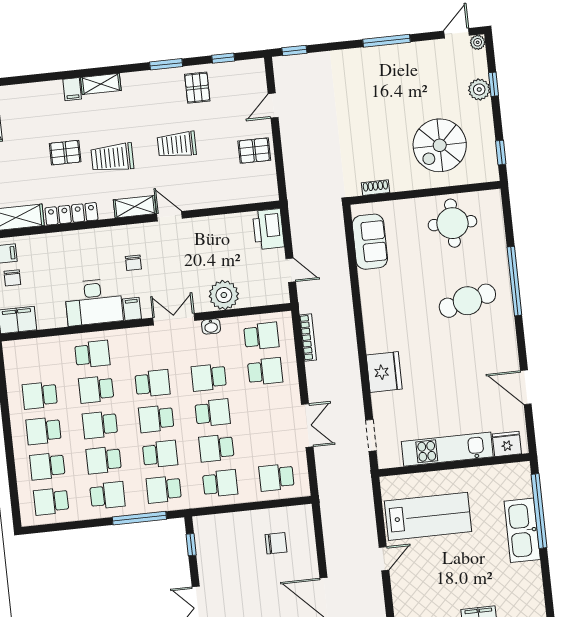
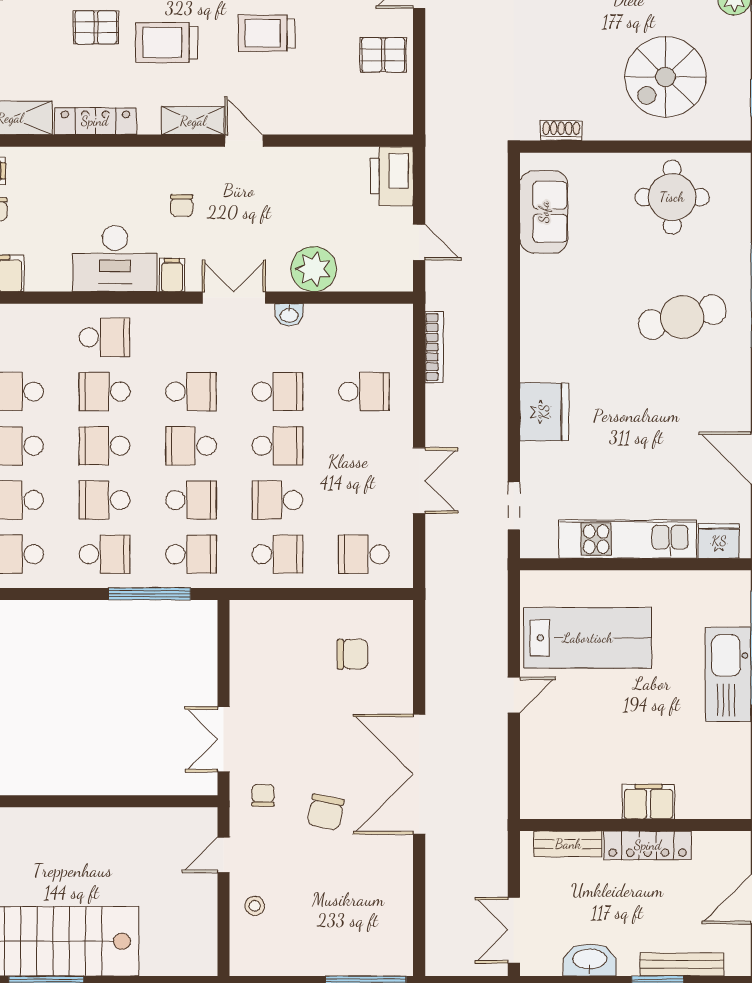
school desk: (261, 336) -> (364, 337), removed
school desk: (209, 377) -> (277, 392), turned 180
school desk: (164, 489) -> (191, 554), turned 180
window: (191, 545) -> (224, 642), removed

